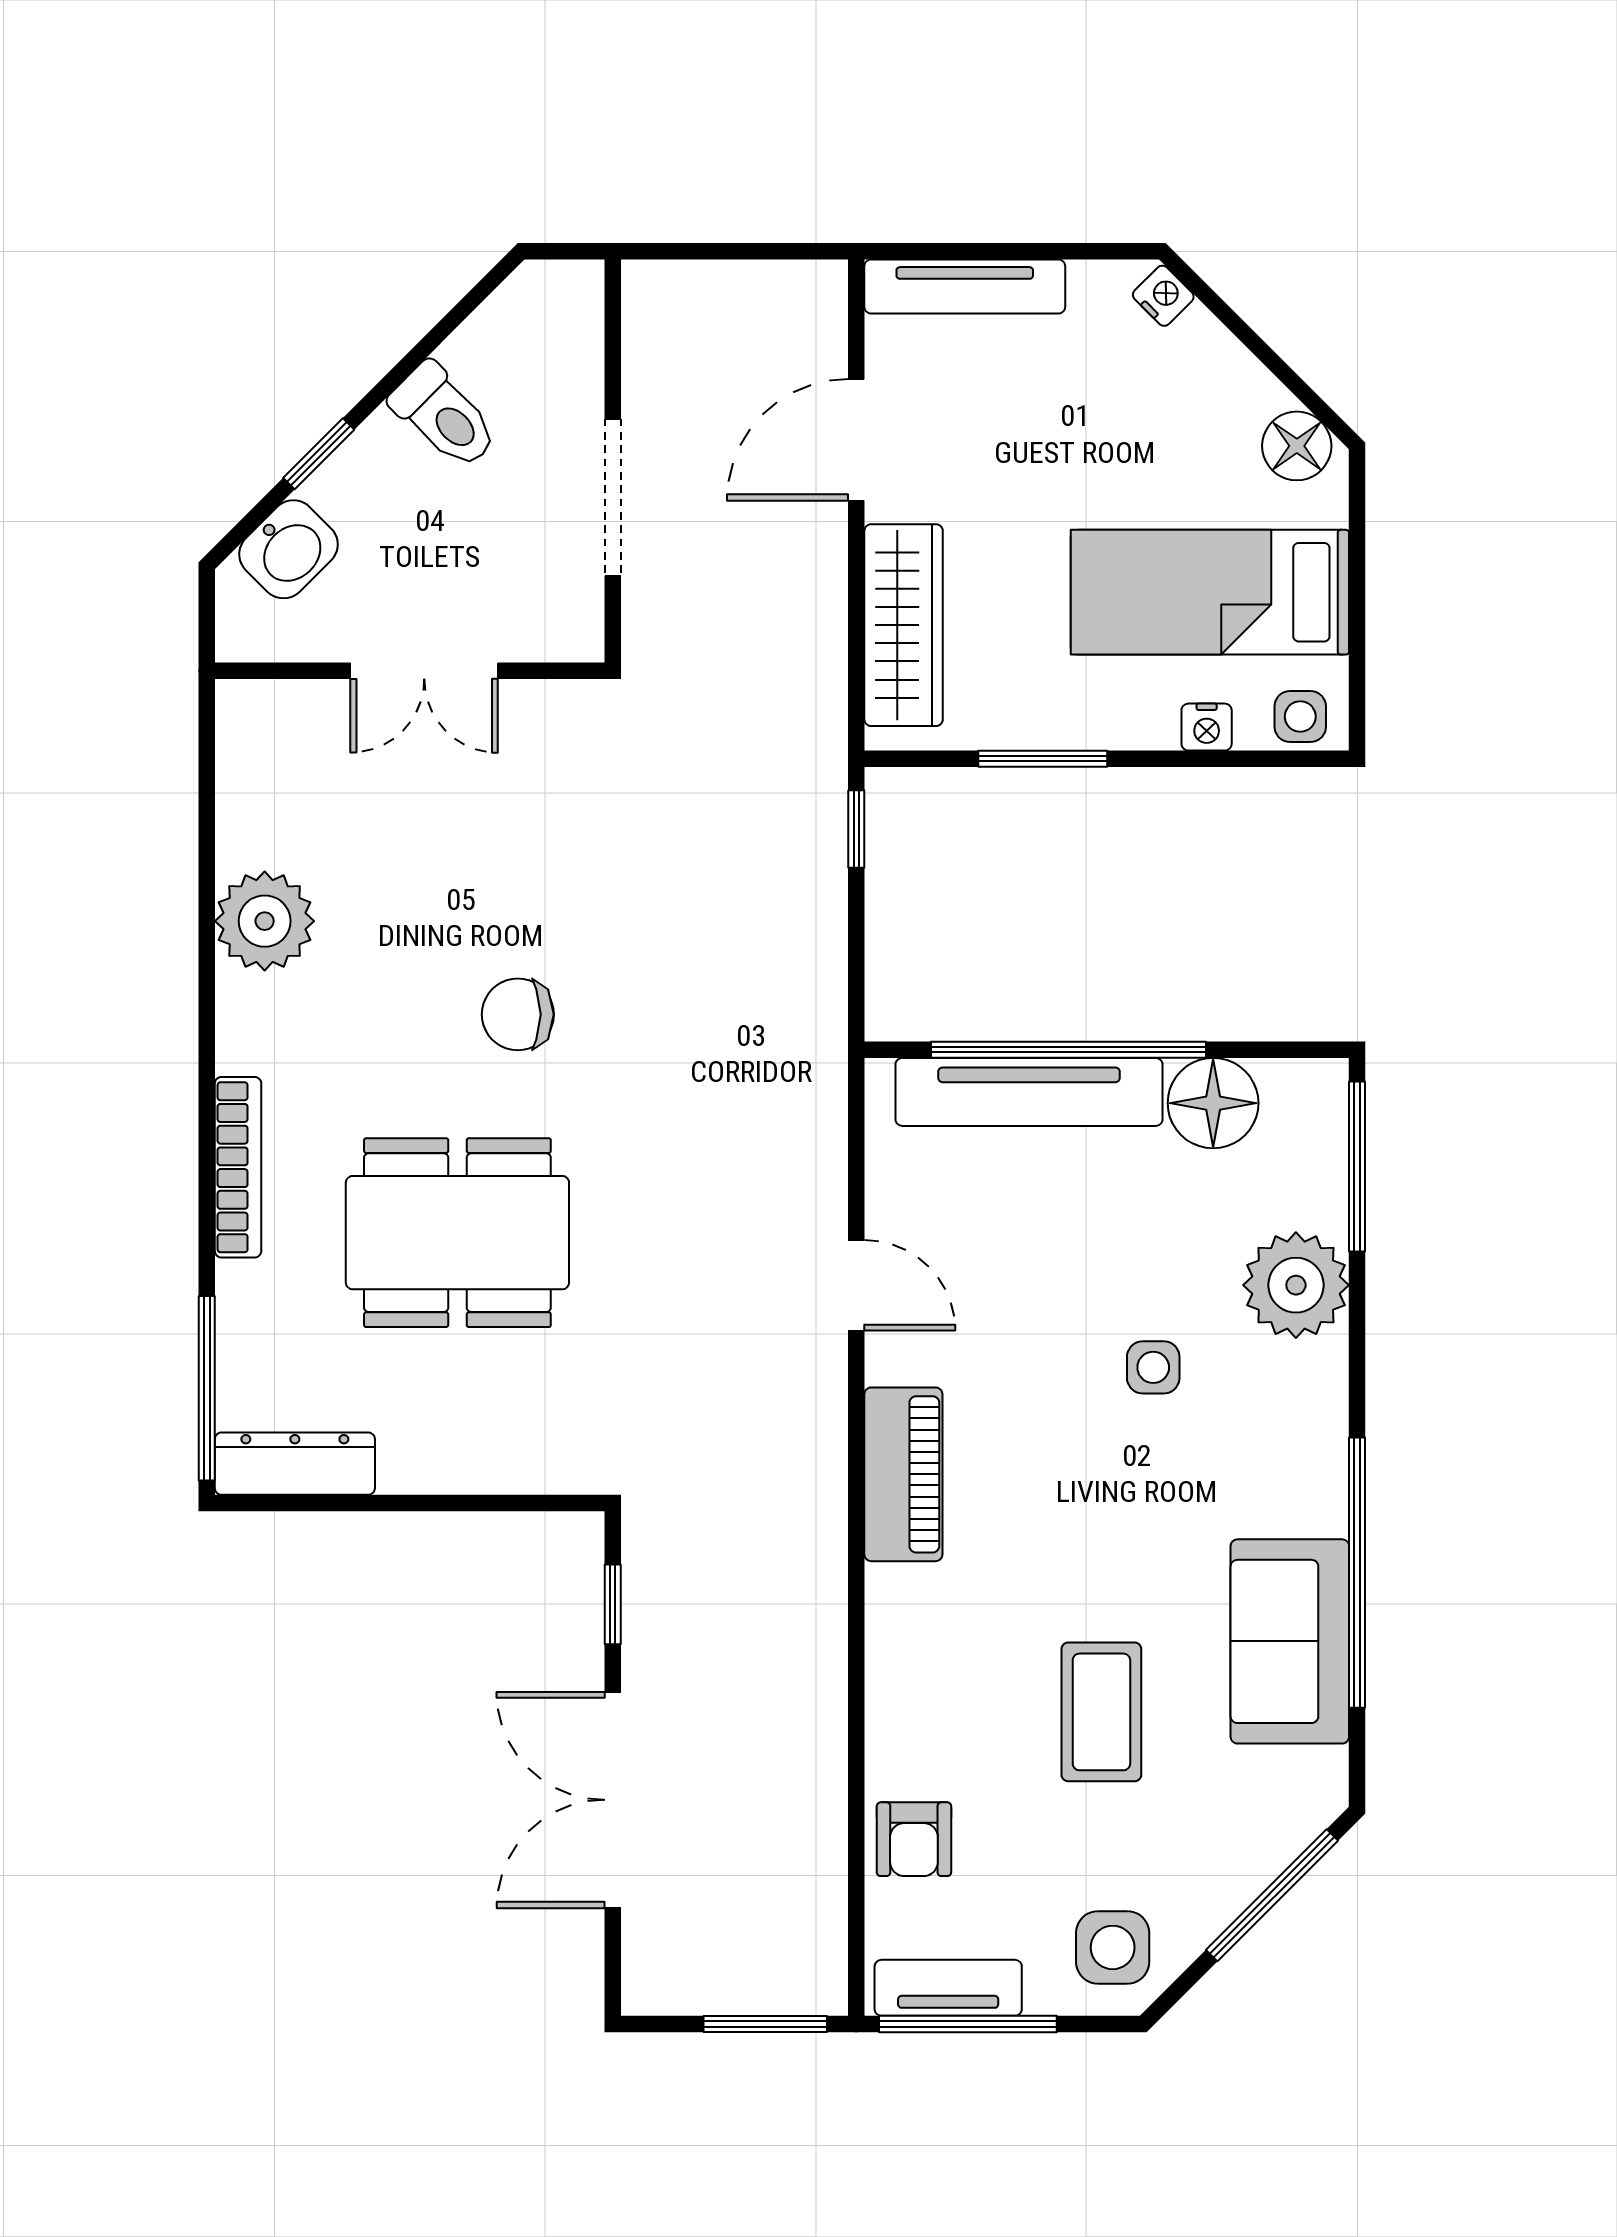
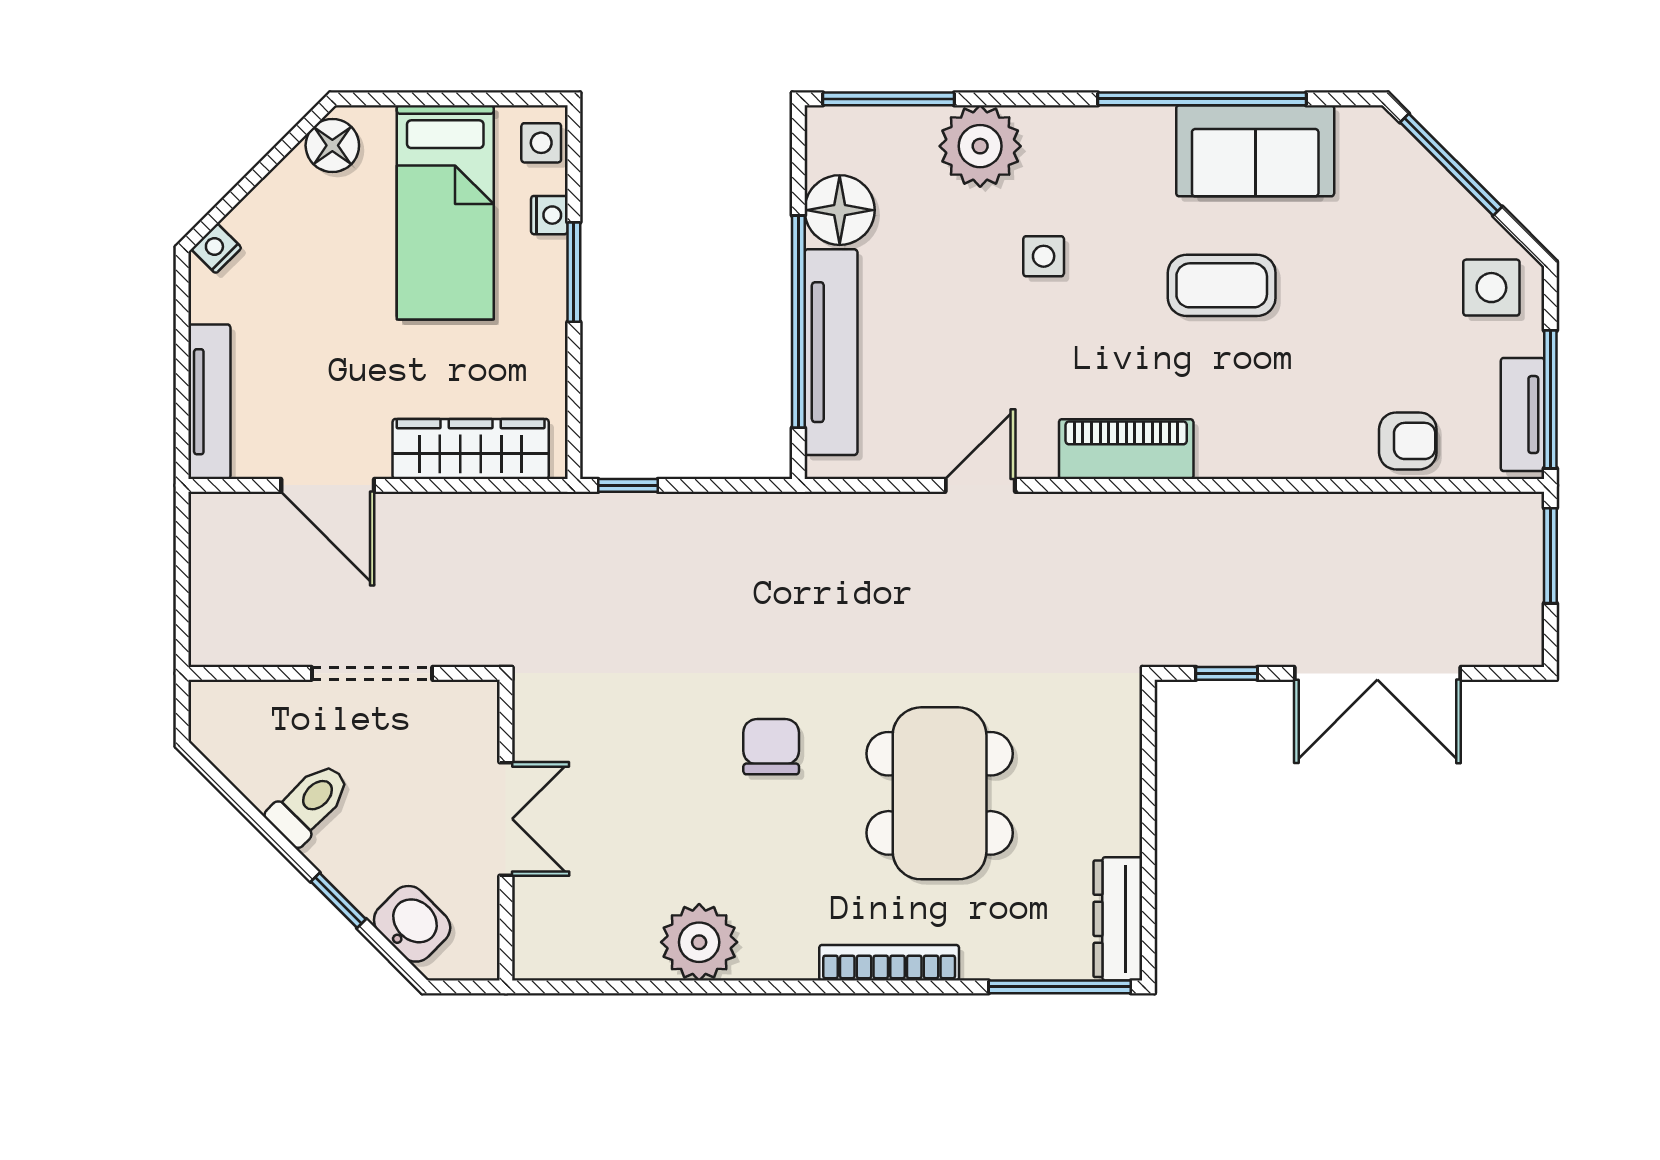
window: (1043, 759) -> (574, 272), moved
chair: (518, 1014) -> (771, 747), turned 180
coffee table: (1101, 1712) -> (1222, 285), moved

